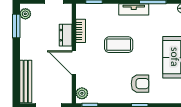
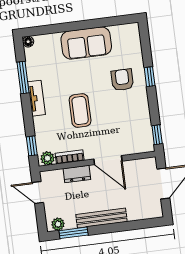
door: (74, 63) -> (108, 160), hinge flipped
bench: (26, 82) -> (101, 218), moved
plant: (82, 93) -> (47, 158), moved

